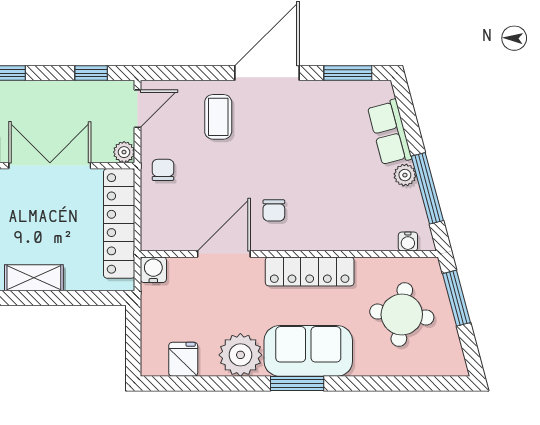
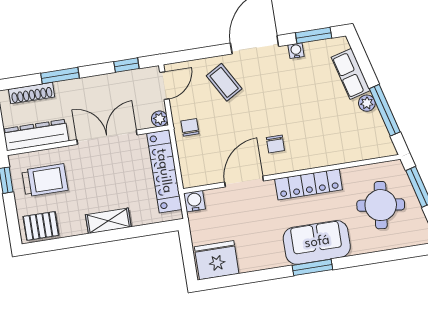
coffee table: (218, 117) -> (224, 82), turned -30
water cooler: (408, 242) -> (296, 51), moved, turned 180
plant: (240, 355) -> (268, 253), removed
fridge: (183, 359) -> (217, 260), width x1.88, depth x1.34

